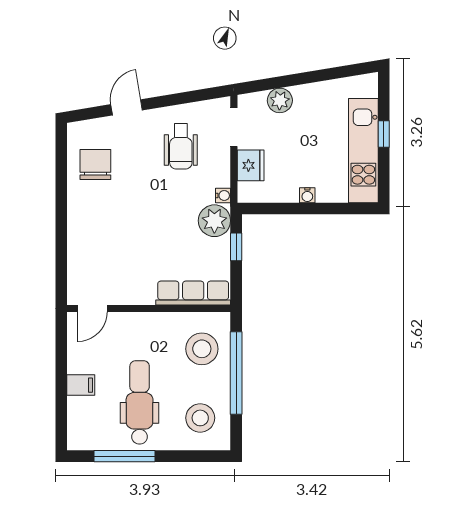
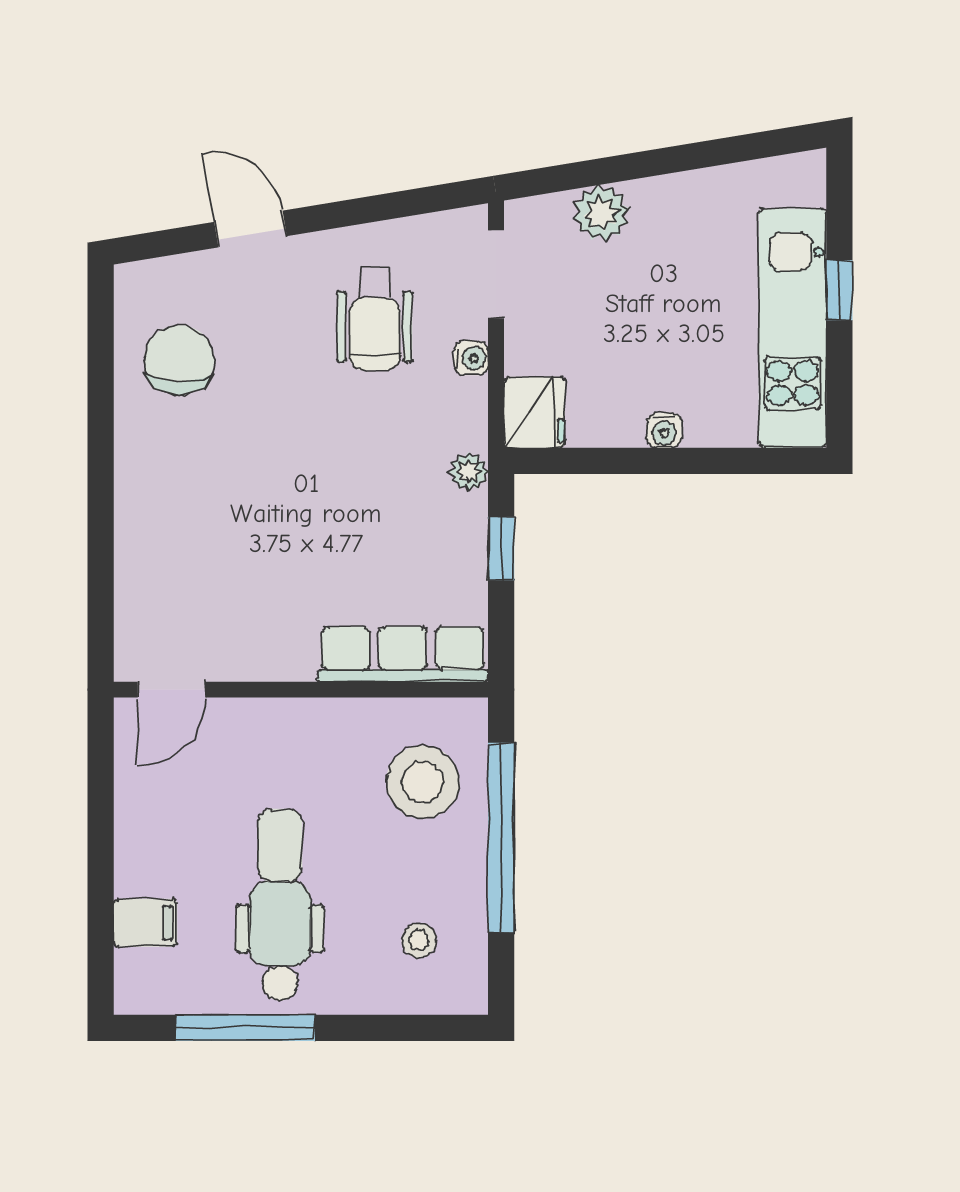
door: (127, 107) -> (250, 229), hinge flipped
fridge: (251, 165) -> (534, 412), moved
water cooler: (223, 195) -> (471, 358), moved
plant: (214, 221) -> (469, 472), width x0.53, depth x0.53
filing cabinet: (81, 385) -> (145, 923), moved
stool: (200, 418) -> (419, 940), width x0.53, depth x0.53

